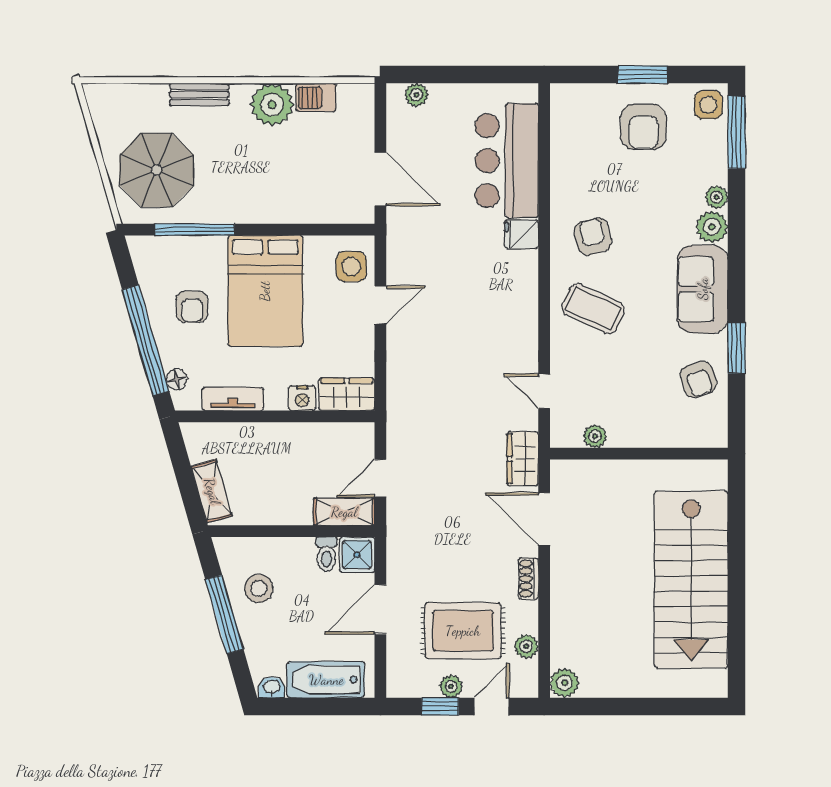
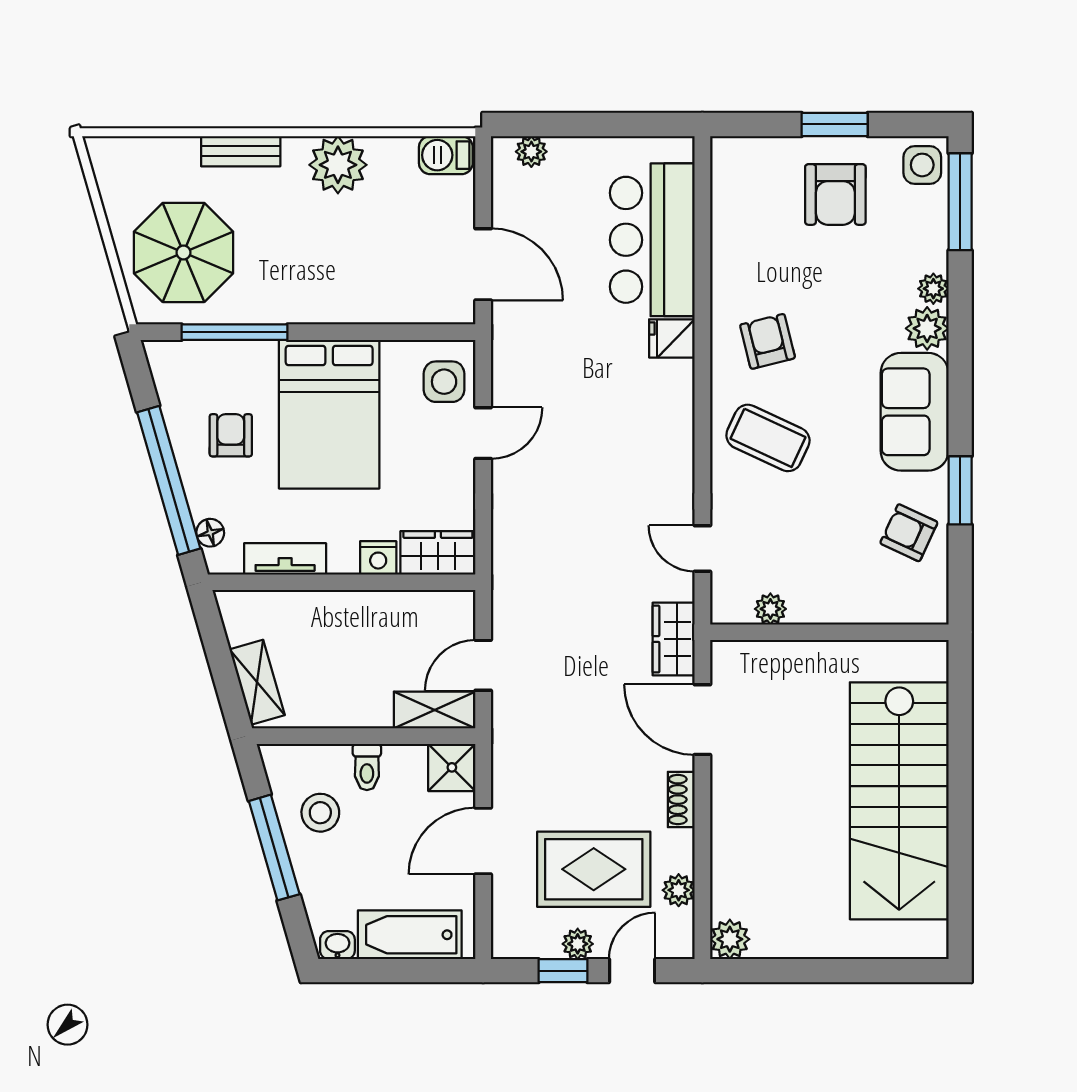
barbecue: (316, 97) -> (446, 155), moved
armchair: (192, 307) -> (231, 435), turned 180
armchair: (698, 379) -> (909, 533), turned 134
toilet: (326, 554) -> (367, 767), moved

